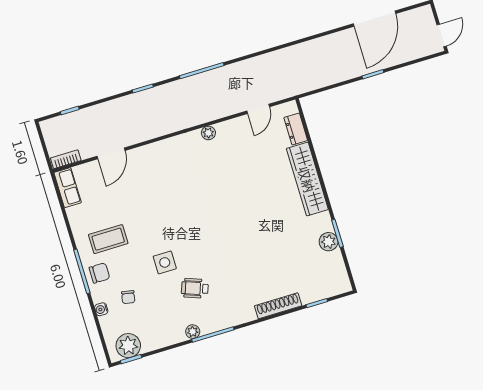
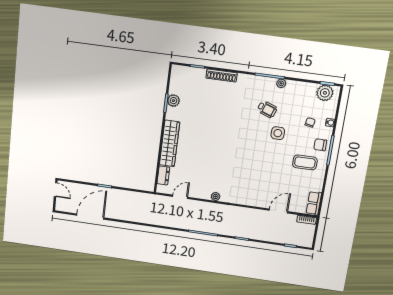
door: (442, 35) -> (56, 190), swing flipped

